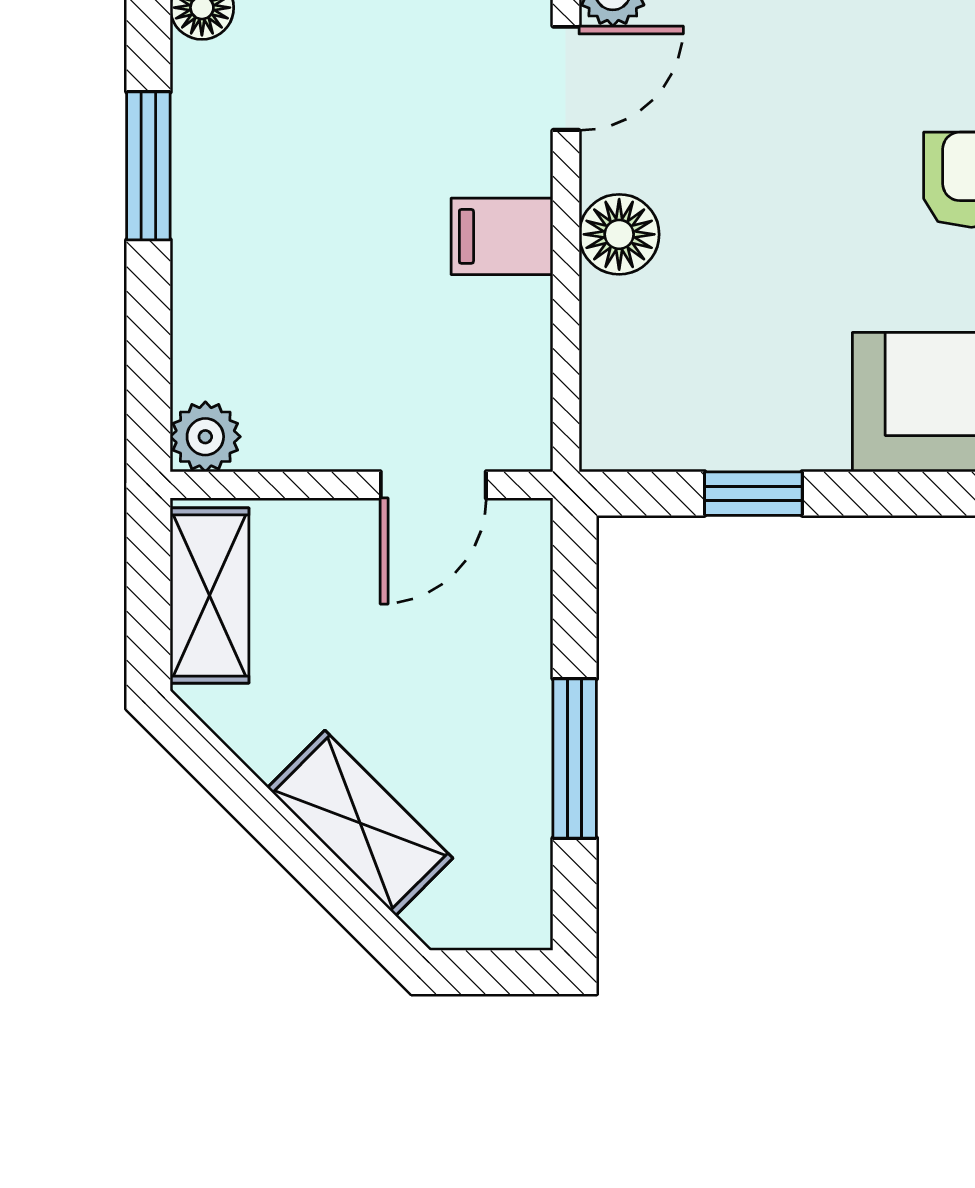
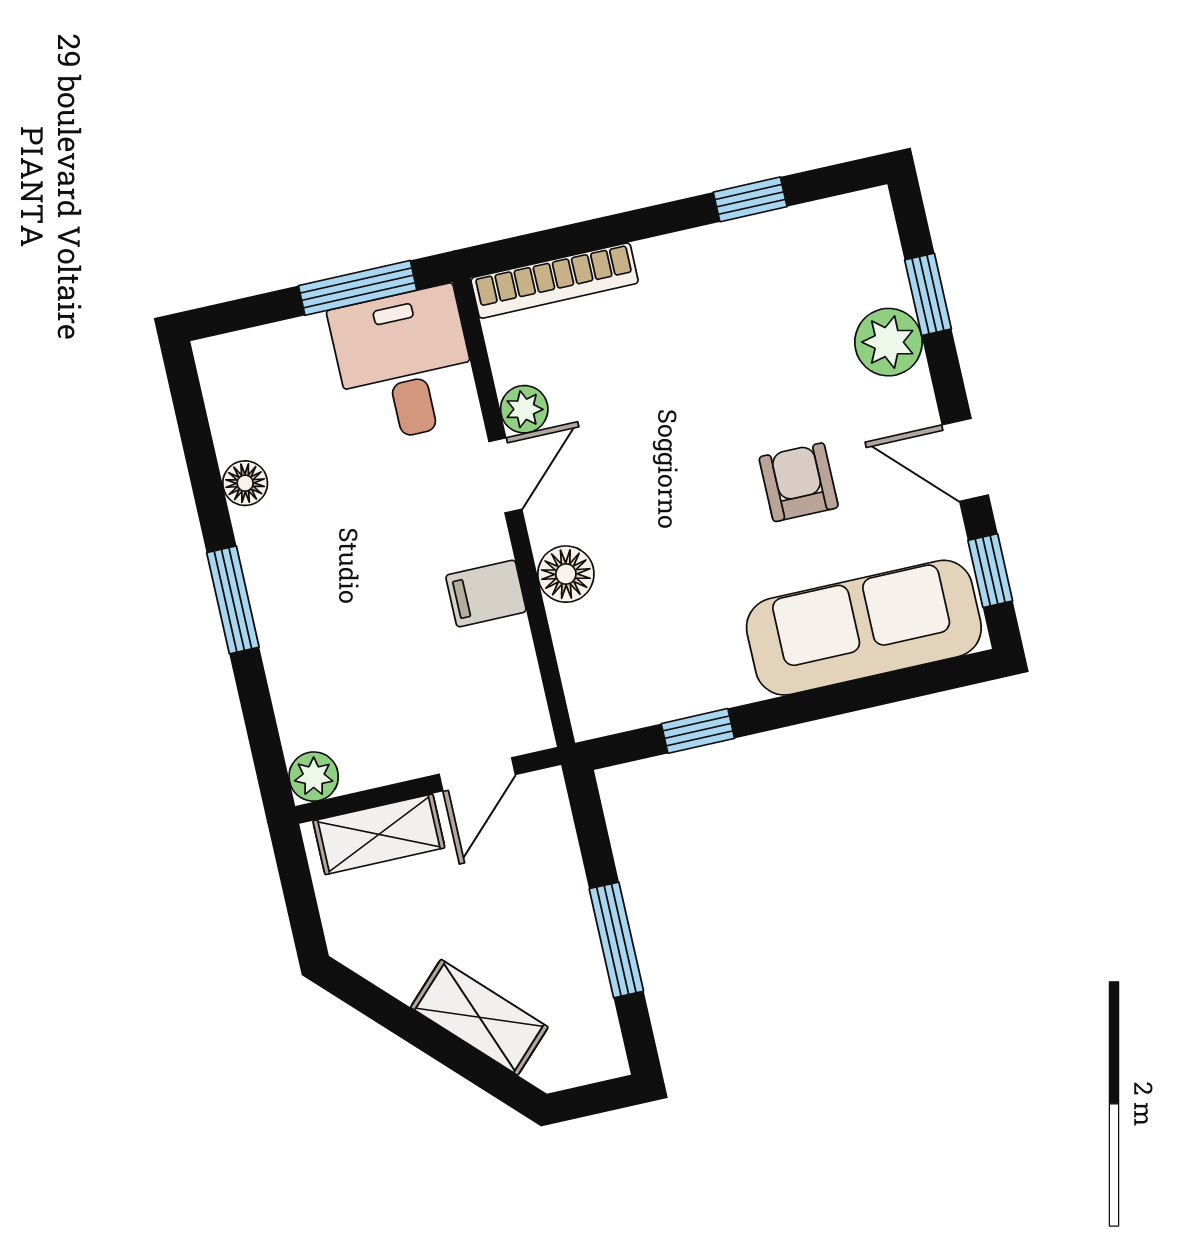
shelving: (210, 595) -> (379, 834), moved, turned 90

